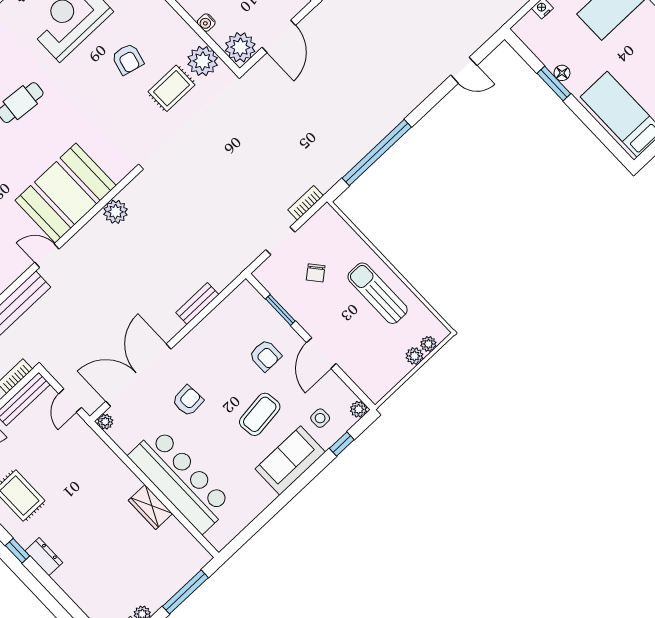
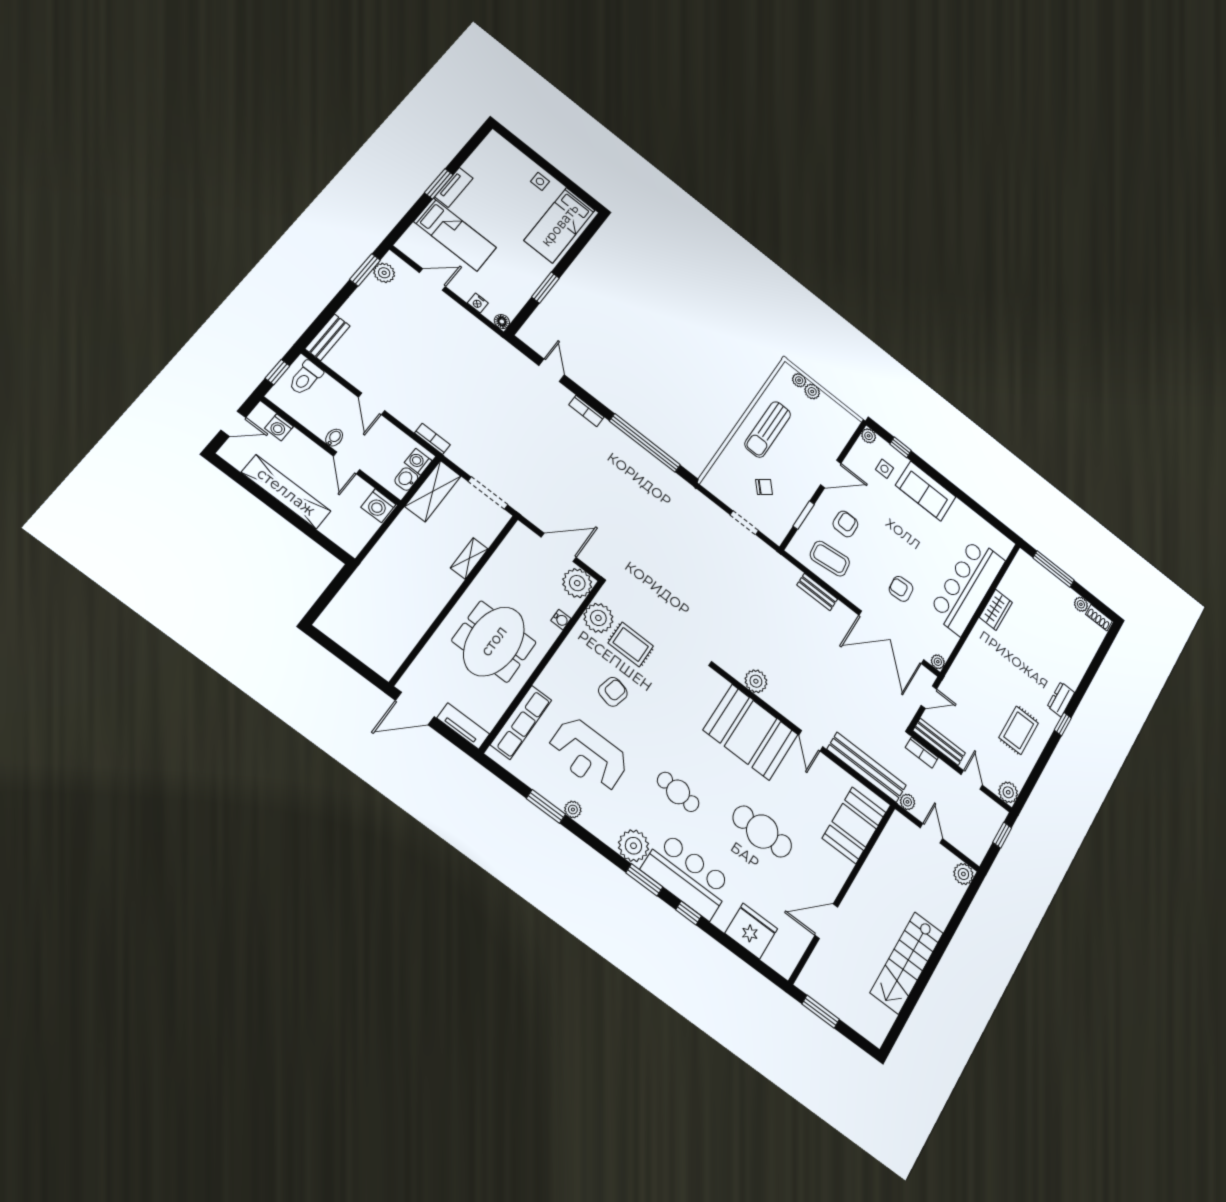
floor lamp: (562, 73) -> (502, 322), moved
bookcase: (306, 203) -> (586, 411), moved
coffee table: (260, 414) -> (830, 559), moved

